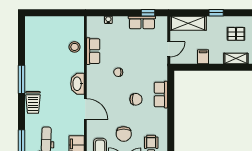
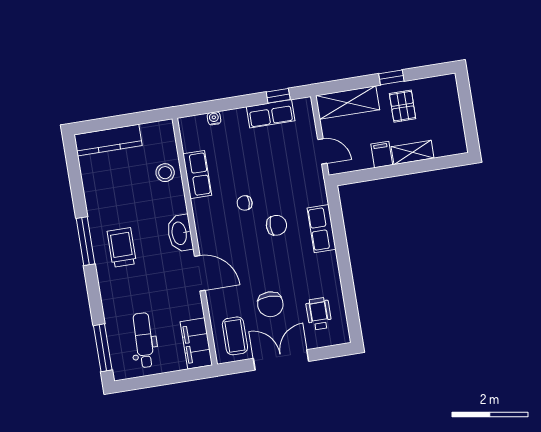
kitchen counter: (44, 22) -> (108, 140), added
pallet: (236, 34) -> (403, 106), moved, turned 90
door: (169, 49) -> (322, 151), hinge flipped
shelving: (236, 59) -> (413, 152), moved
chair: (136, 99) -> (276, 225), moved
trolley: (33, 102) -> (122, 247), moved, turned 180

